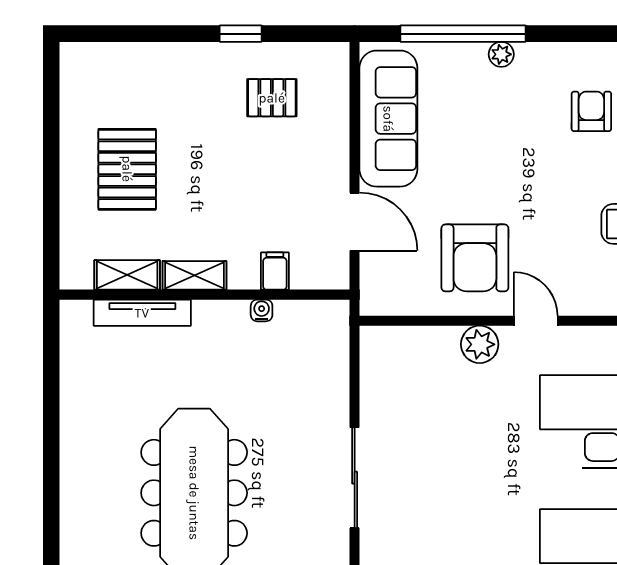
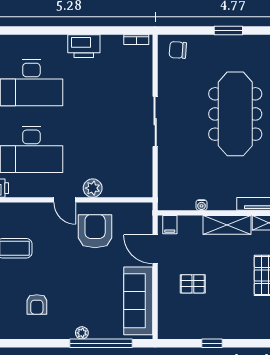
pallet: (272, 98) -> (193, 284), moved
filing cabinet: (275, 271) -> (170, 225), moved
shelving: (194, 275) -> (227, 225), width x1.50, depth x1.33

